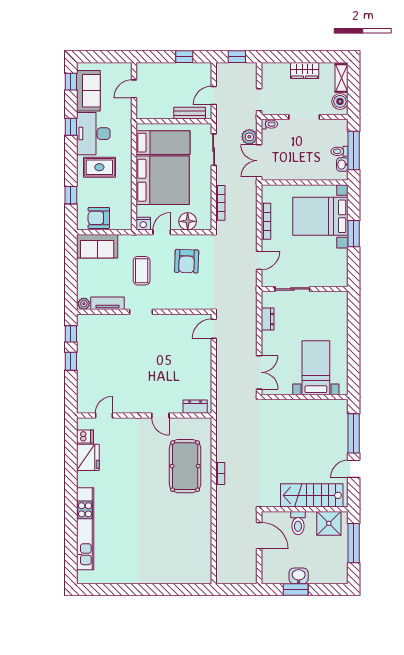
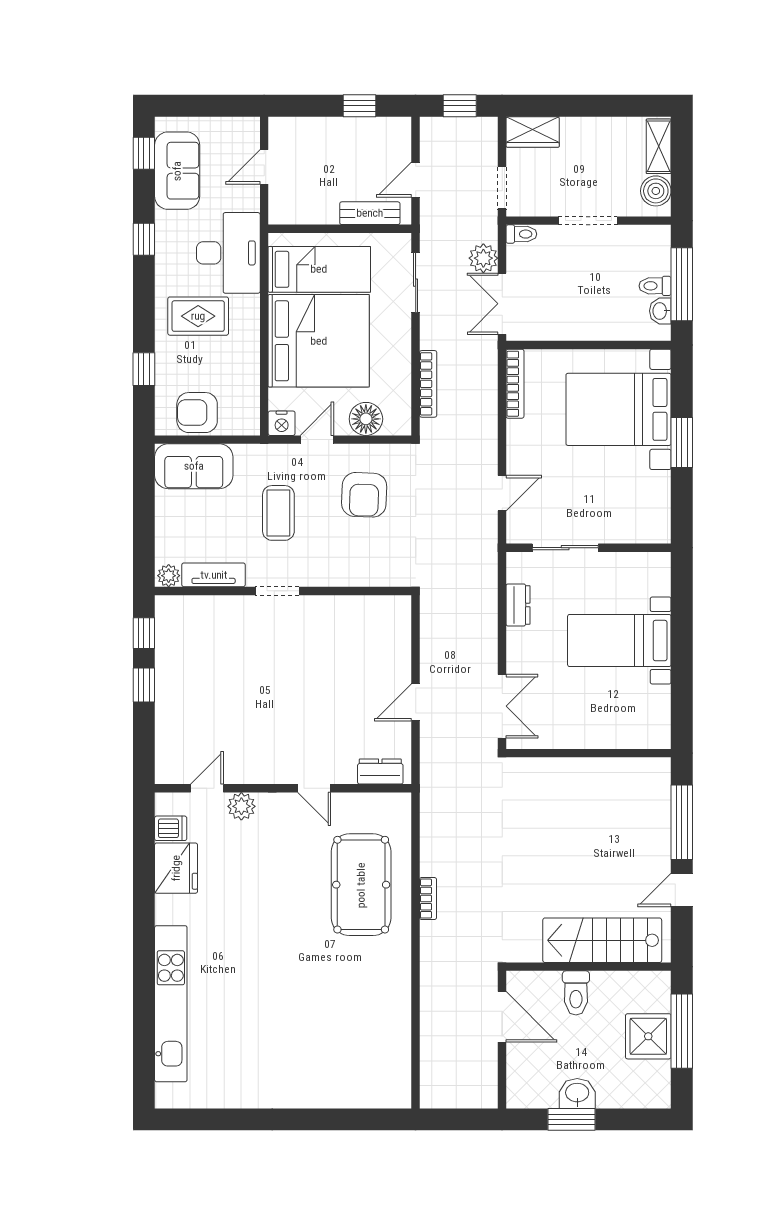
wardrobe: (305, 70) -> (533, 132), moved
desk: (93, 134) -> (228, 253), moved, turned 180
bookcase: (266, 221) -> (515, 384), moved
door: (214, 329) -> (416, 702), moved
bed with nightstands: (316, 368) -> (619, 641), moved, turned -90
plant: (122, 425) -> (241, 806), added
shower: (329, 523) -> (648, 1036), moved

